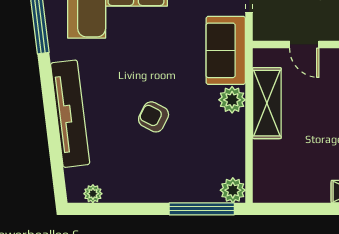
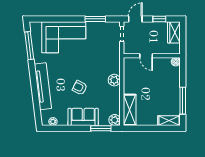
sofa: (226, 50) -> (83, 117), moved, turned 90
shelving: (267, 103) -> (130, 110), moved
window: (202, 209) -> (101, 128), width x0.69

